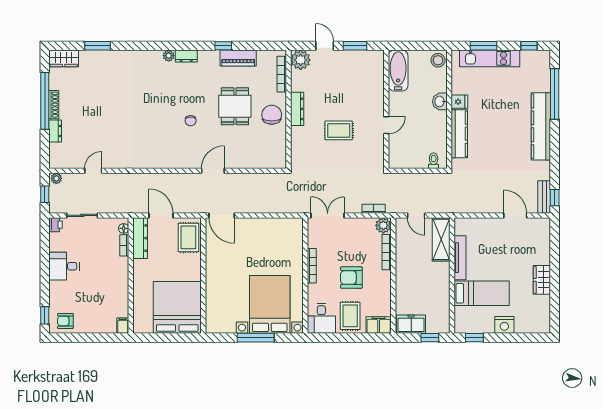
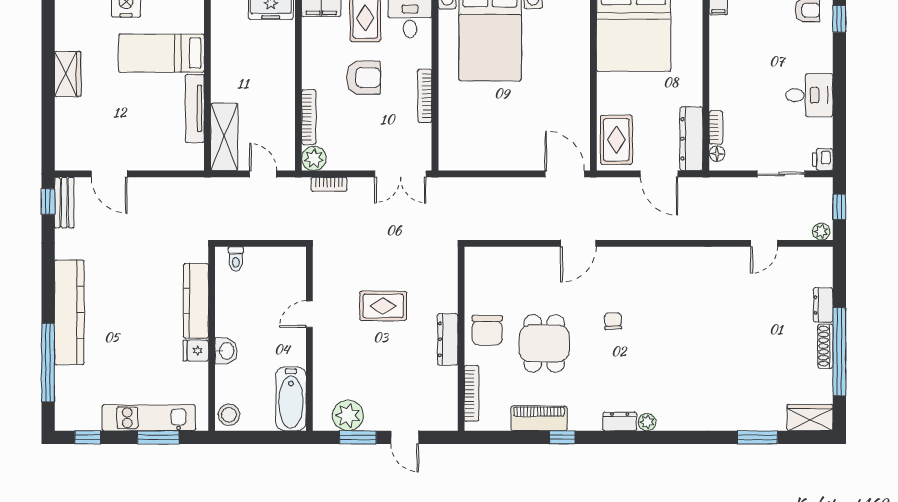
plant: (301, 60) -> (348, 415), moved

